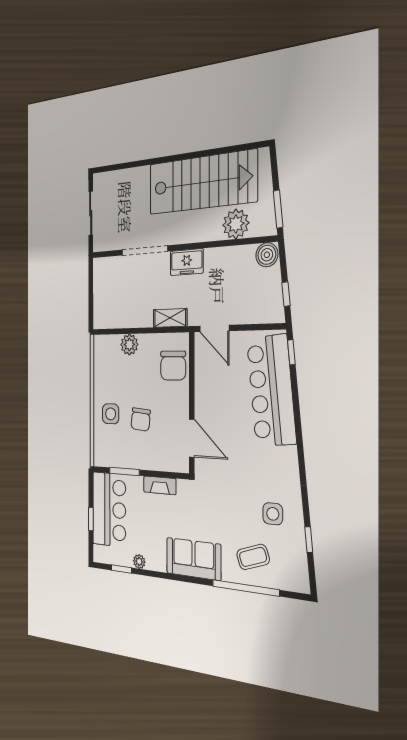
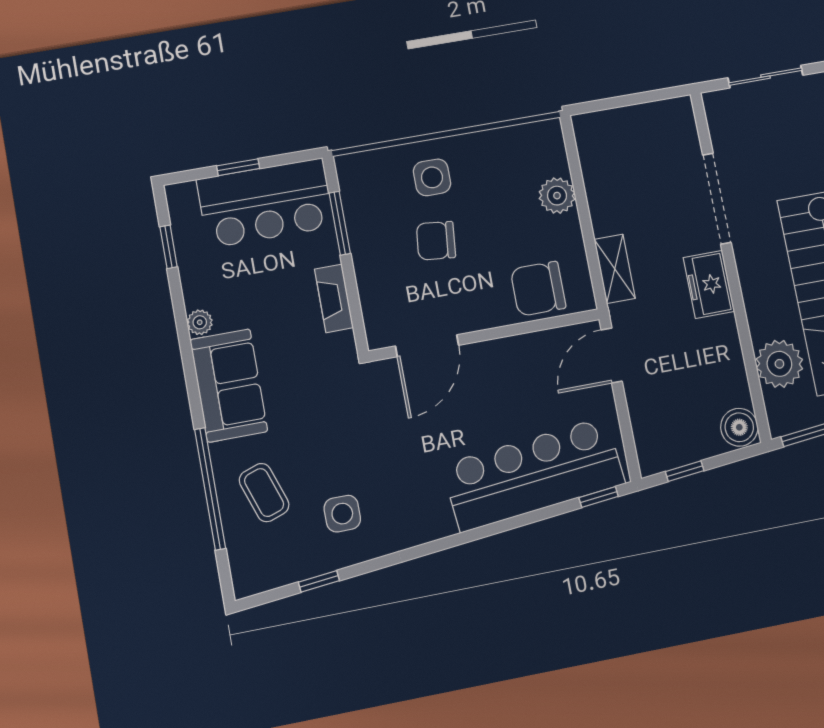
plant: (139, 562) -> (200, 322), moved

